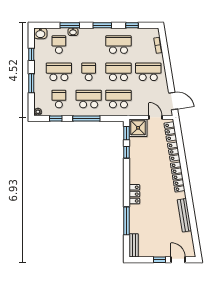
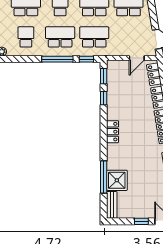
door: (155, 117) -> (137, 58), swing flipped
window: (56, 118) -> (86, 59), moved
shower: (138, 128) -> (117, 180), moved
locker: (134, 194) -> (113, 132), moved

